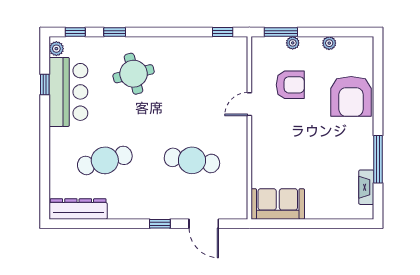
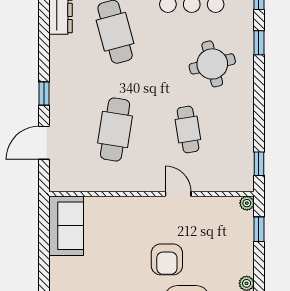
window: (281, 32) -> (259, 229), width x0.67
plant: (293, 43) -> (247, 203), moved
armchair: (290, 85) -> (167, 259), moved
cafe table: (192, 95) -> (188, 129), added

